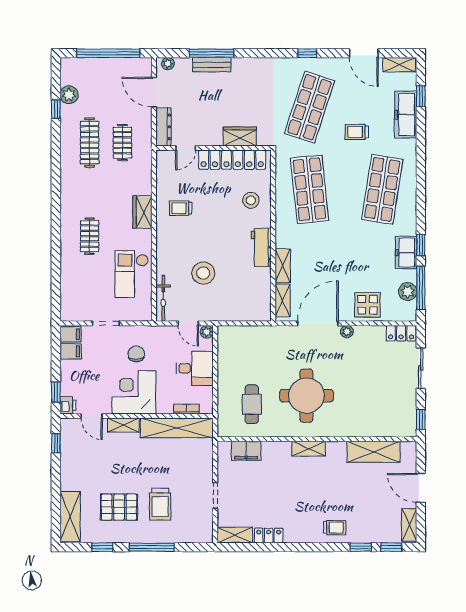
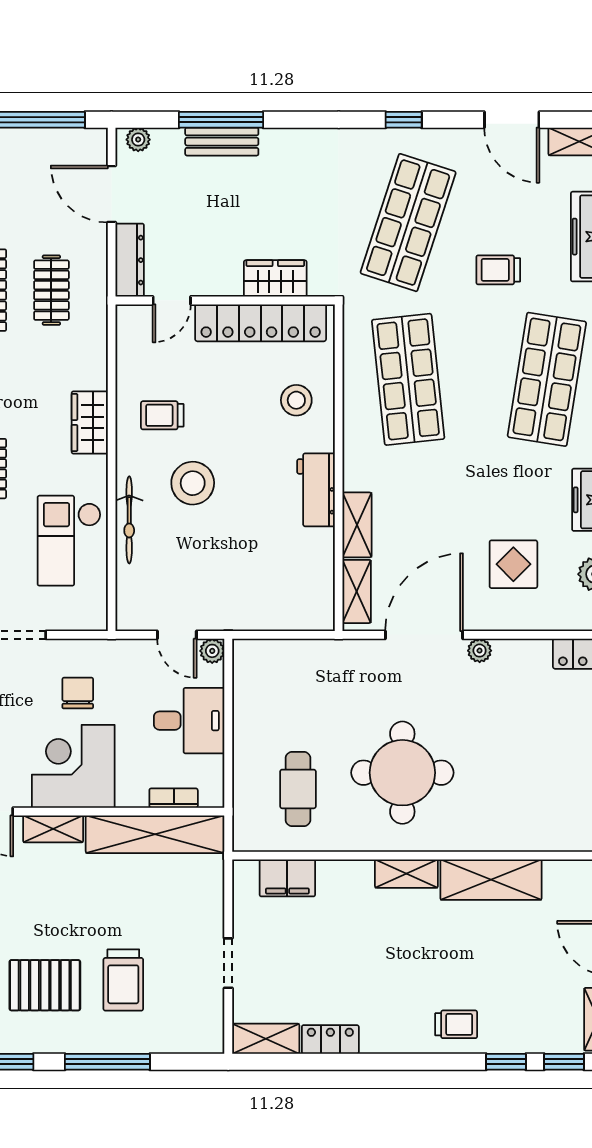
stool: (203, 273) -> (193, 483), moved
bicycle: (163, 298) -> (129, 520), moved
display table: (368, 305) -> (513, 564), moved
shelving: (374, 452) -> (491, 880), moved

